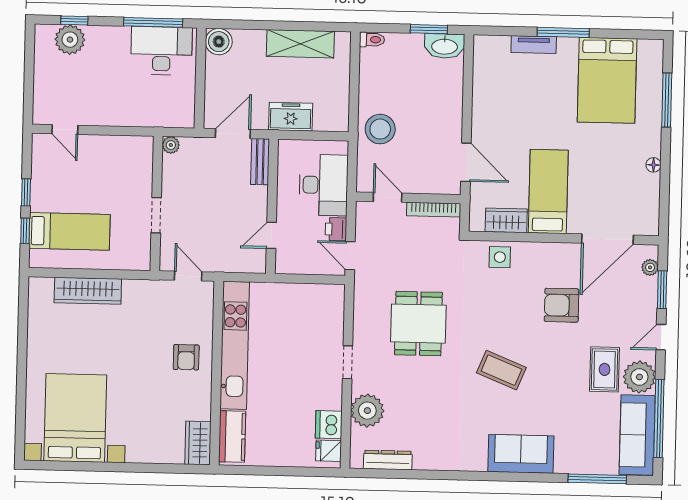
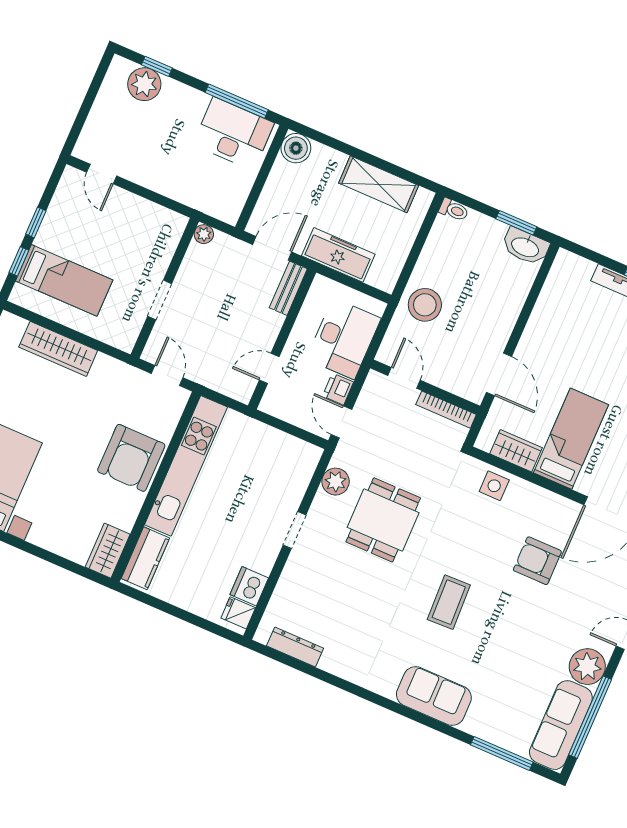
freezer: (291, 117) -> (338, 255), width x1.40
armchair: (186, 357) -> (131, 458), width x1.88, depth x1.88
rug: (605, 369) -> (555, 644), removed
coffee table: (501, 370) -> (449, 602), turned 66
plant: (367, 411) -> (336, 482), moved, width x0.73, depth x0.73

